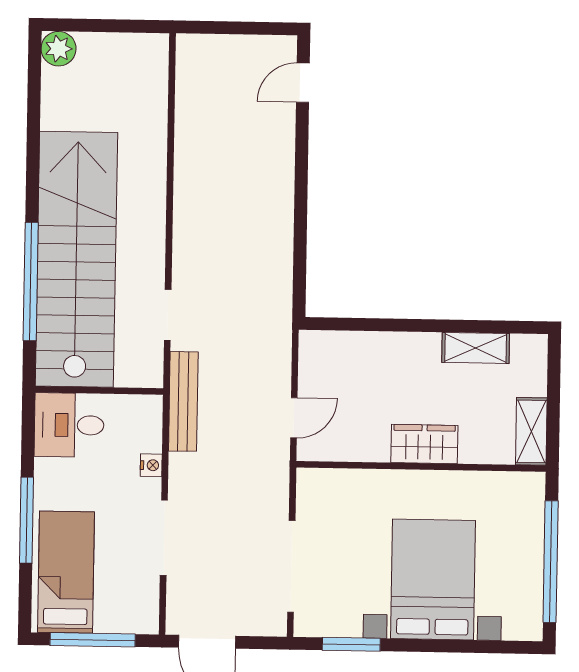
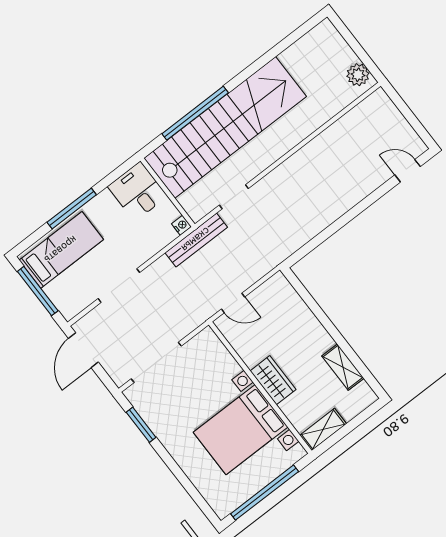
plant: (59, 49) -> (358, 75), moved
nightstand: (151, 465) -> (181, 225), moved, turned -90
bed with nightstands: (433, 579) -> (241, 430), moved, turned 180

